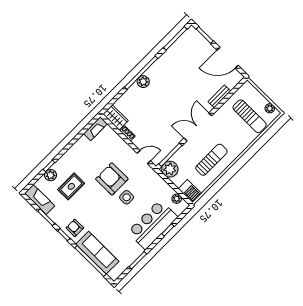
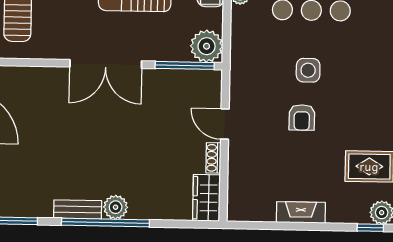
bench: (219, 96) -> (78, 209), moved
fireplace: (95, 129) -> (301, 212), moved
door: (144, 157) -> (225, 124), moved
armchair: (112, 179) -> (302, 117), width x0.53, depth x0.53

